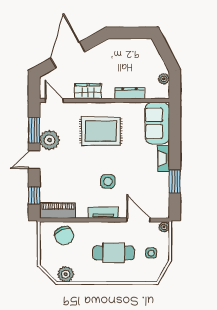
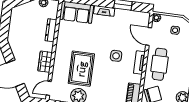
rug: (101, 131) -> (81, 69), moved
door: (139, 220) -> (149, 36), hinge flipped
cafe table: (114, 253) -> (160, 64), moved

